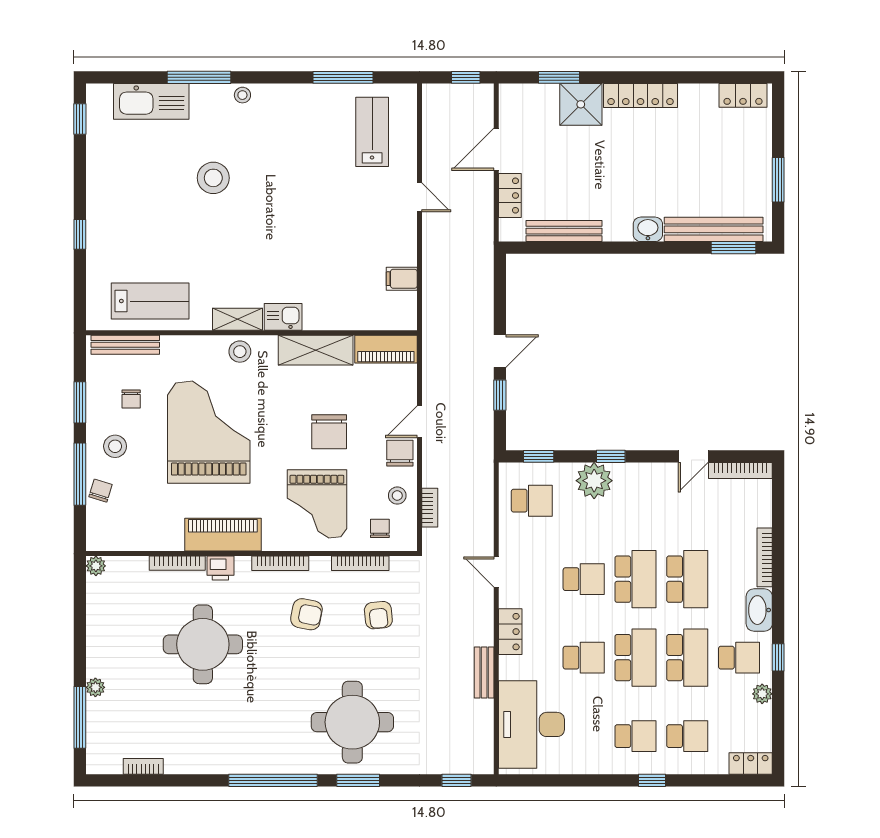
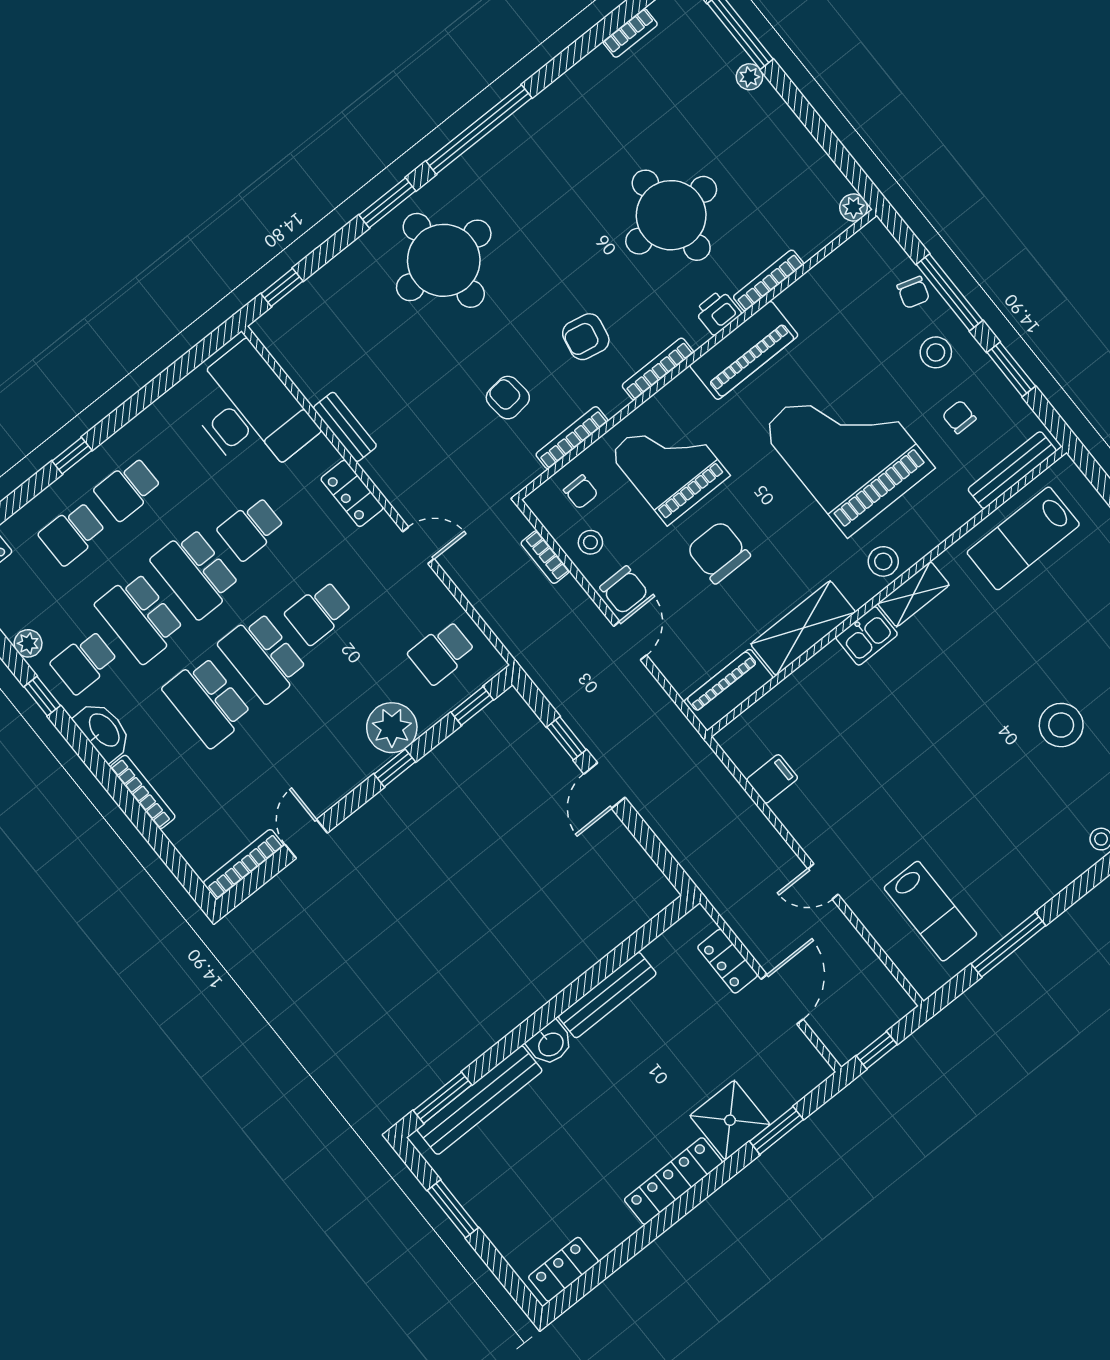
bench: (564, 231) -> (607, 995), moved
grand piano: (209, 432) -> (847, 448), turned 180

